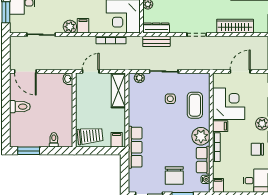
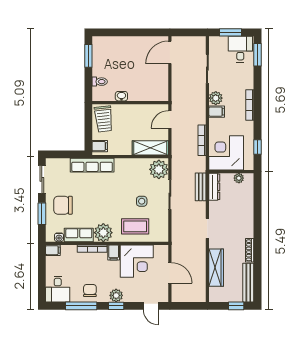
door: (91, 71) -> (170, 119), swing flipped
plant: (139, 78) -> (159, 169), width x1.88, depth x1.88
washbasin: (68, 79) -> (121, 96), moved
toilet: (20, 107) -> (134, 47), removed

